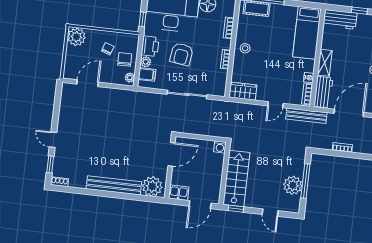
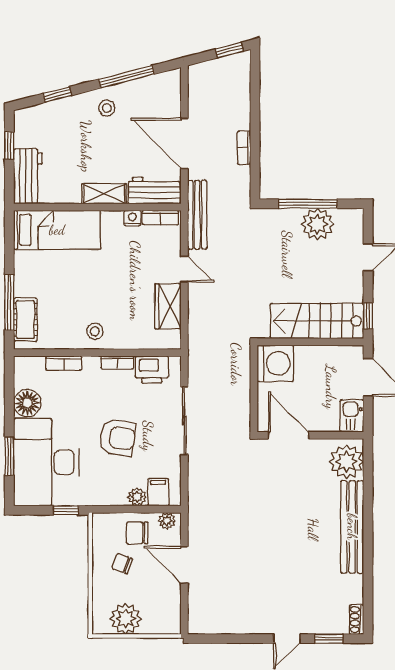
plant: (76, 37) -> (126, 619), moved
printer: (150, 46) -> (152, 370), moved, turned 180
door: (88, 83) -> (184, 565), moved
wardrobe: (243, 91) -> (168, 306), moved
washing machine: (220, 147) -> (275, 363), width x1.89, depth x1.89

